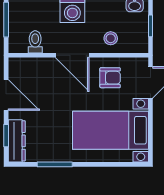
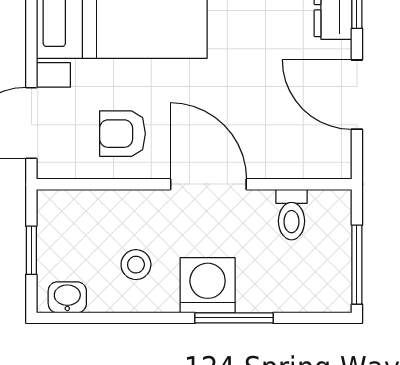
stool: (111, 38) -> (136, 265), moved

